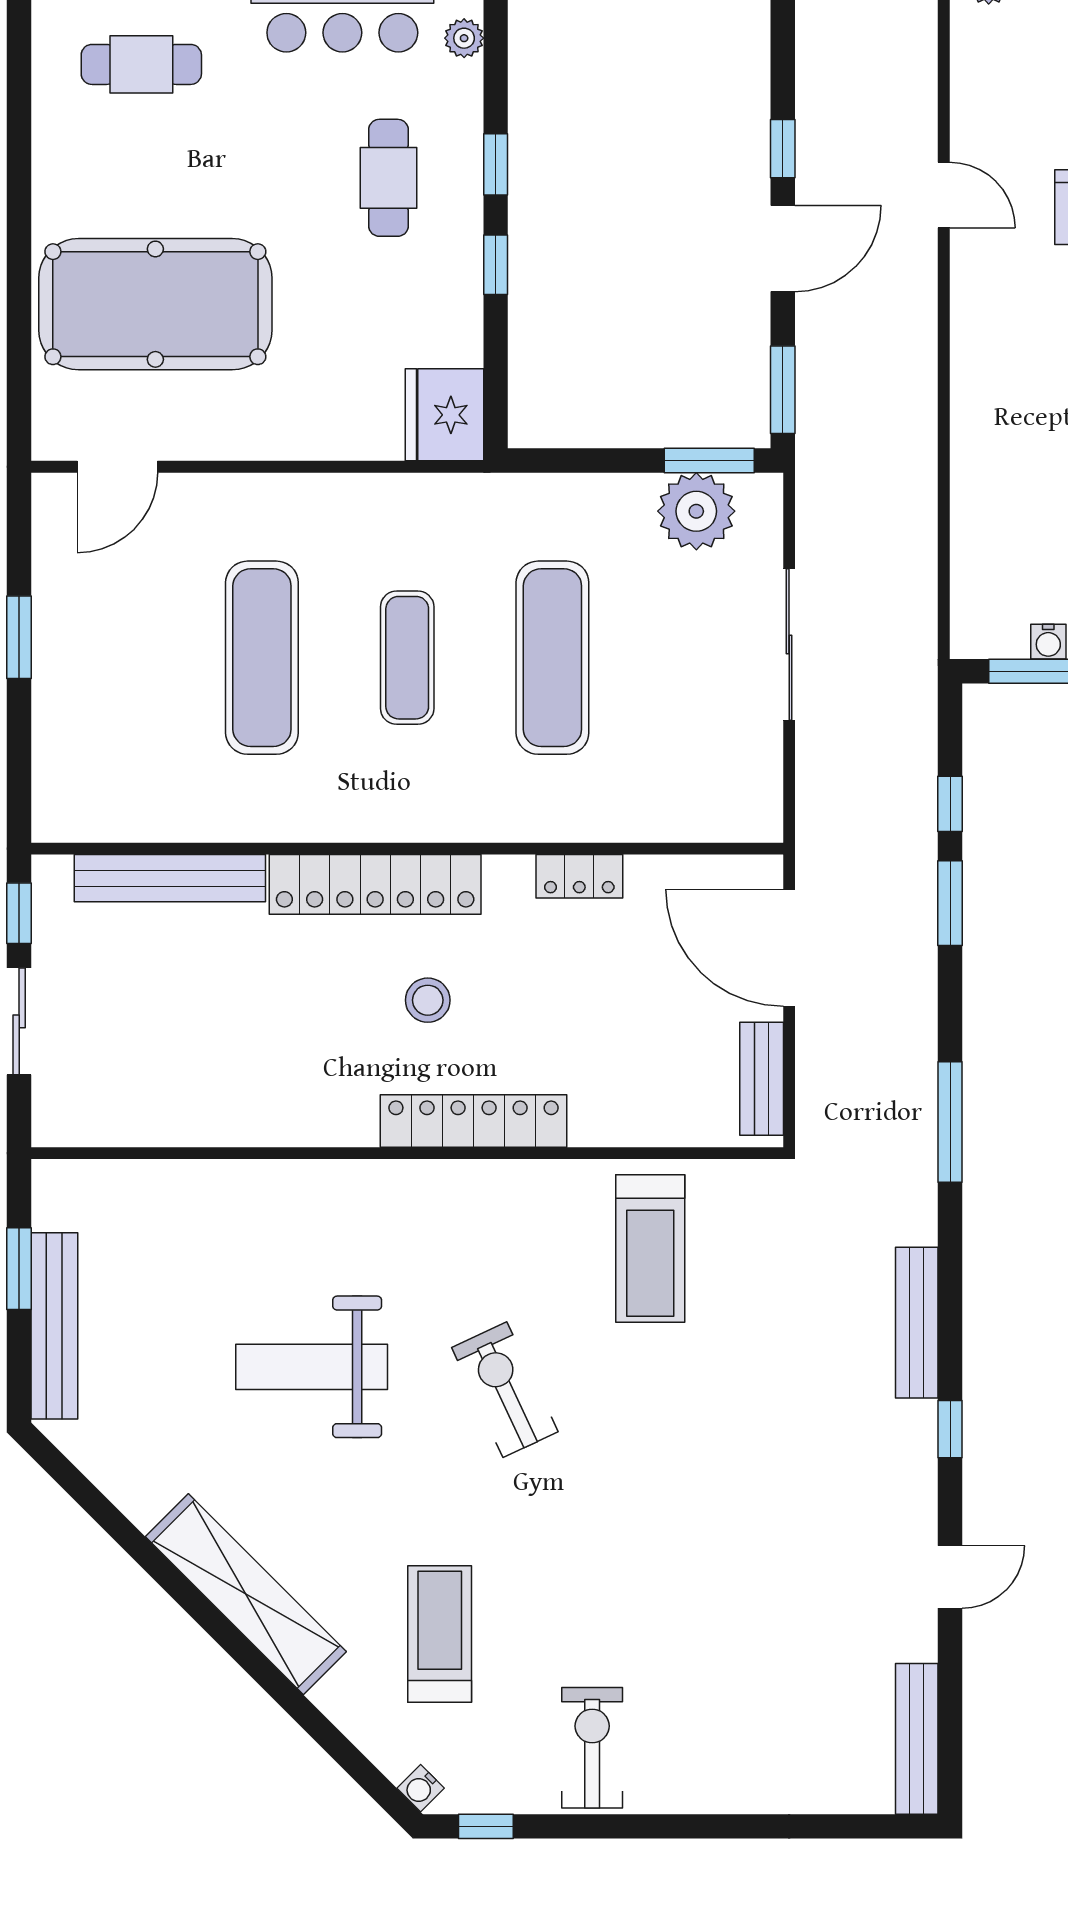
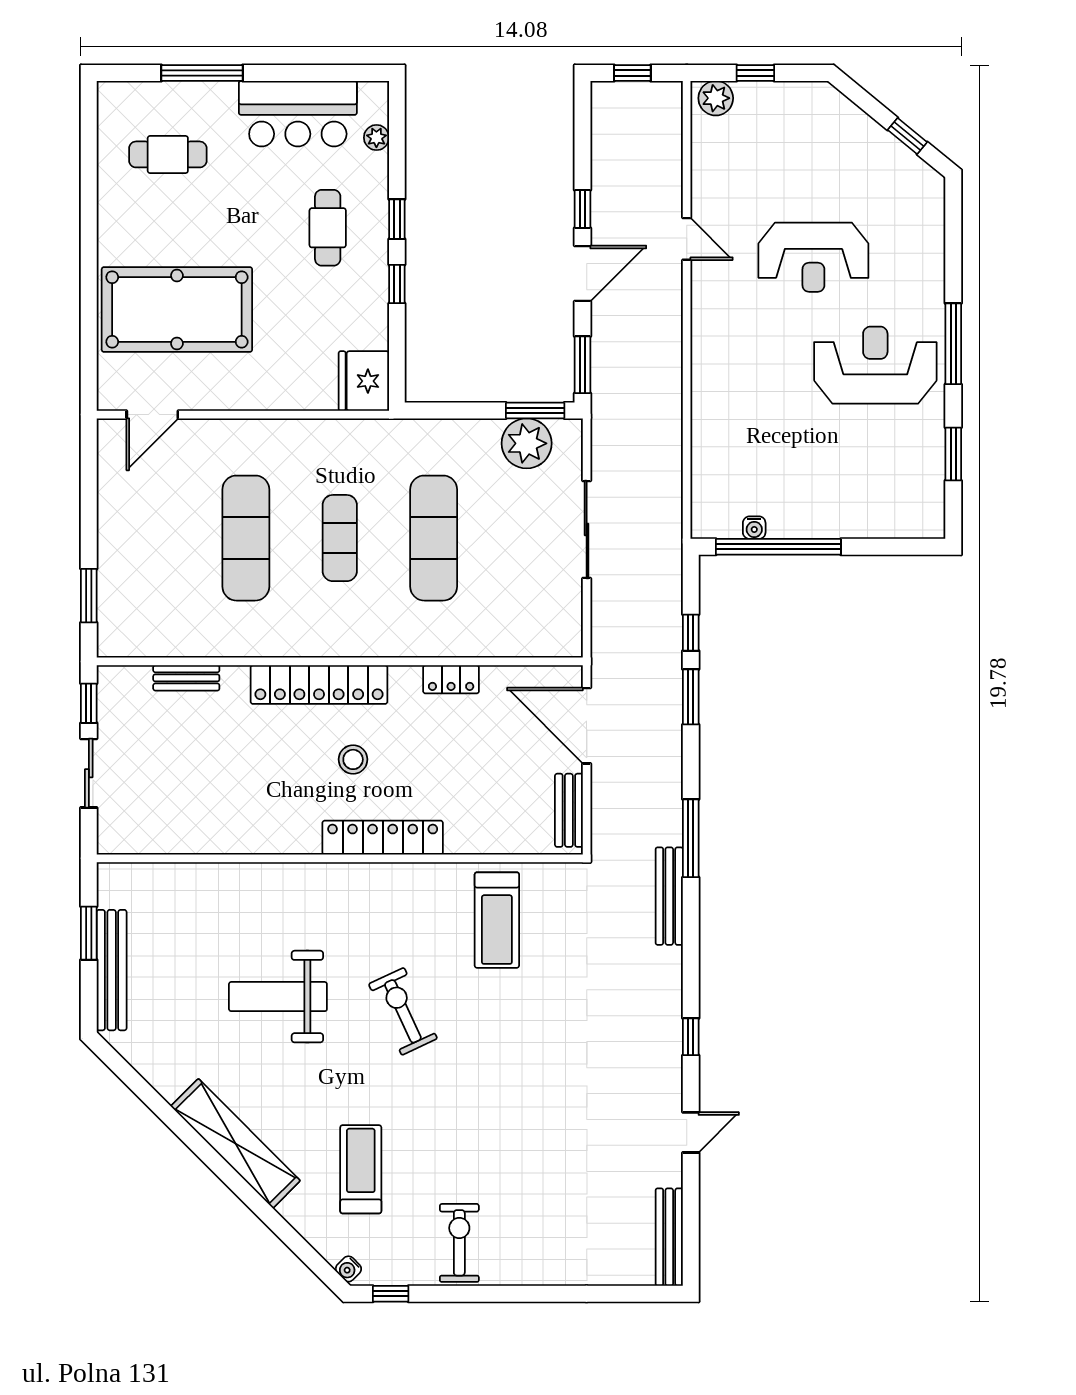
window: (19, 637) -> (89, 596), moved
bench: (170, 878) -> (186, 678), width x0.54, depth x0.82
bench: (917, 1323) -> (669, 896), moved

